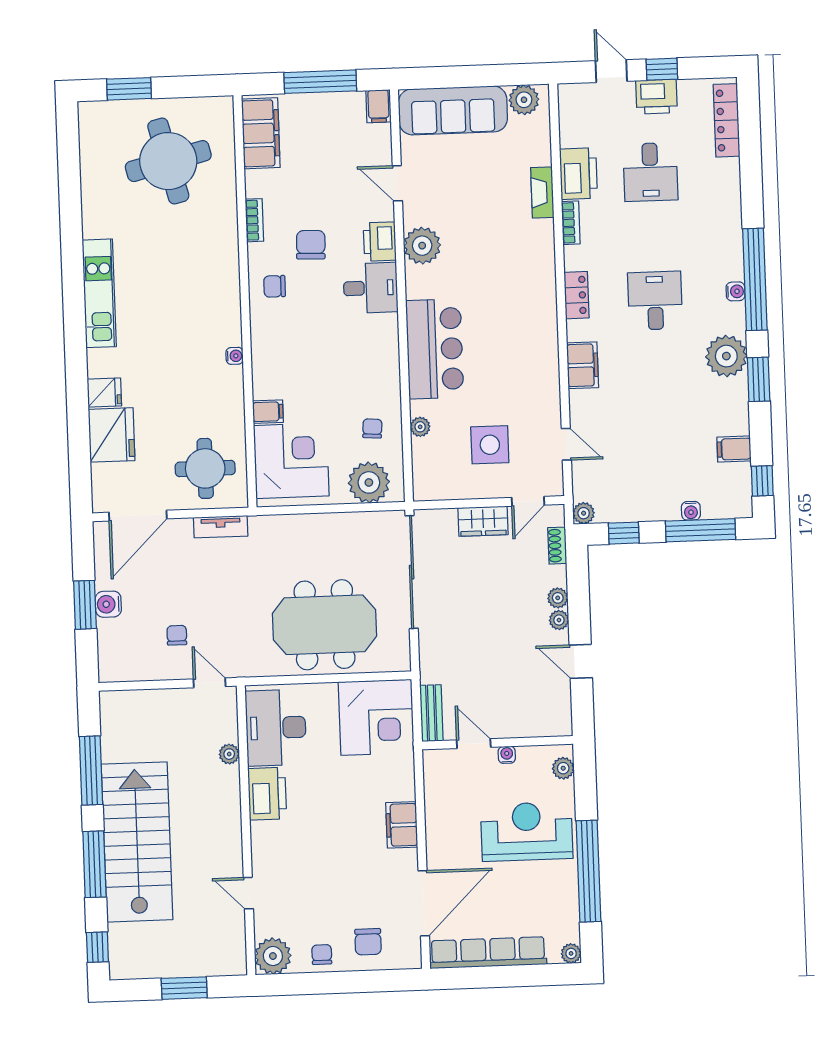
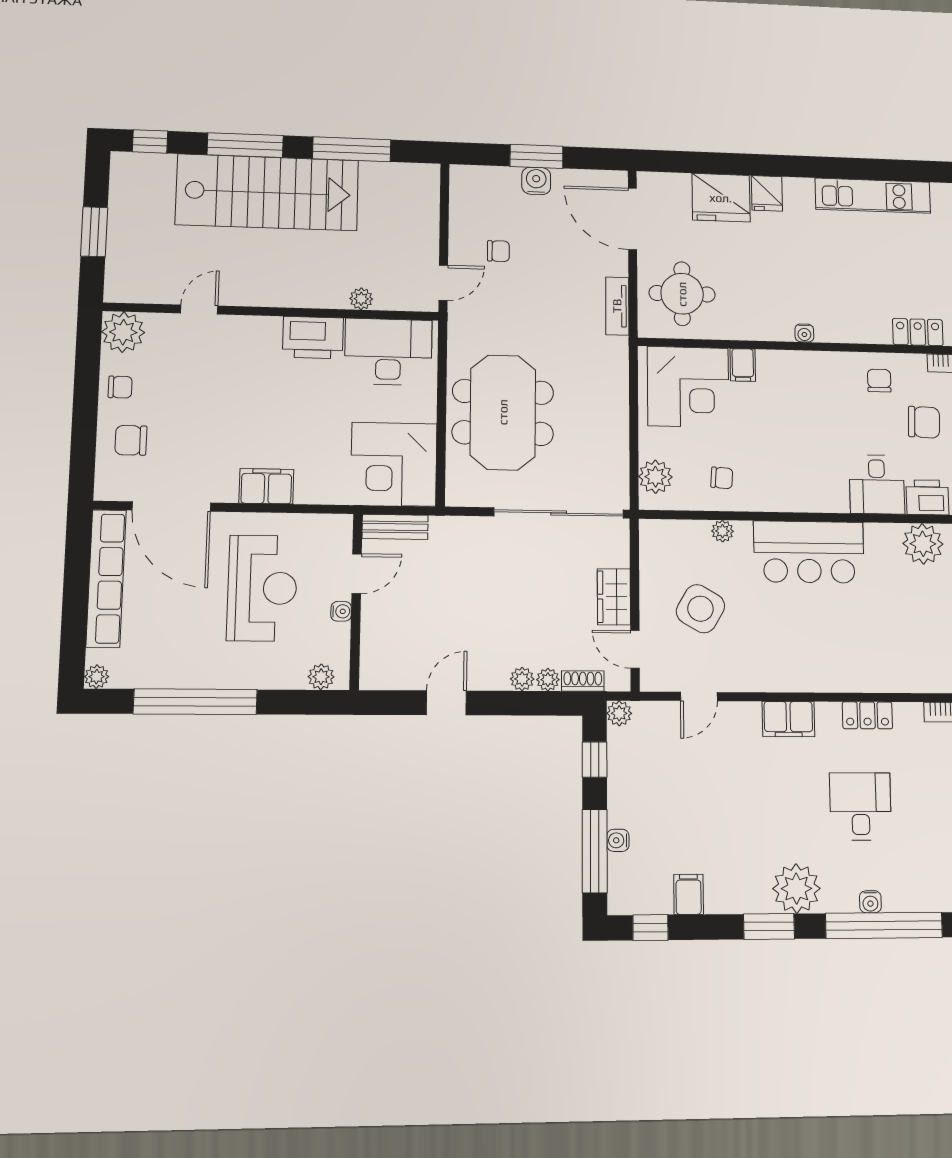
locker: (227, 251) -> (918, 332), added
desk: (655, 301) -> (860, 806), turned -90
side table: (490, 445) -> (700, 609), turned 30
plant: (369, 482) -> (655, 477), width x0.73, depth x0.73
plant: (559, 620) -> (548, 680), moved
reception desk: (527, 832) -> (262, 588), moved

